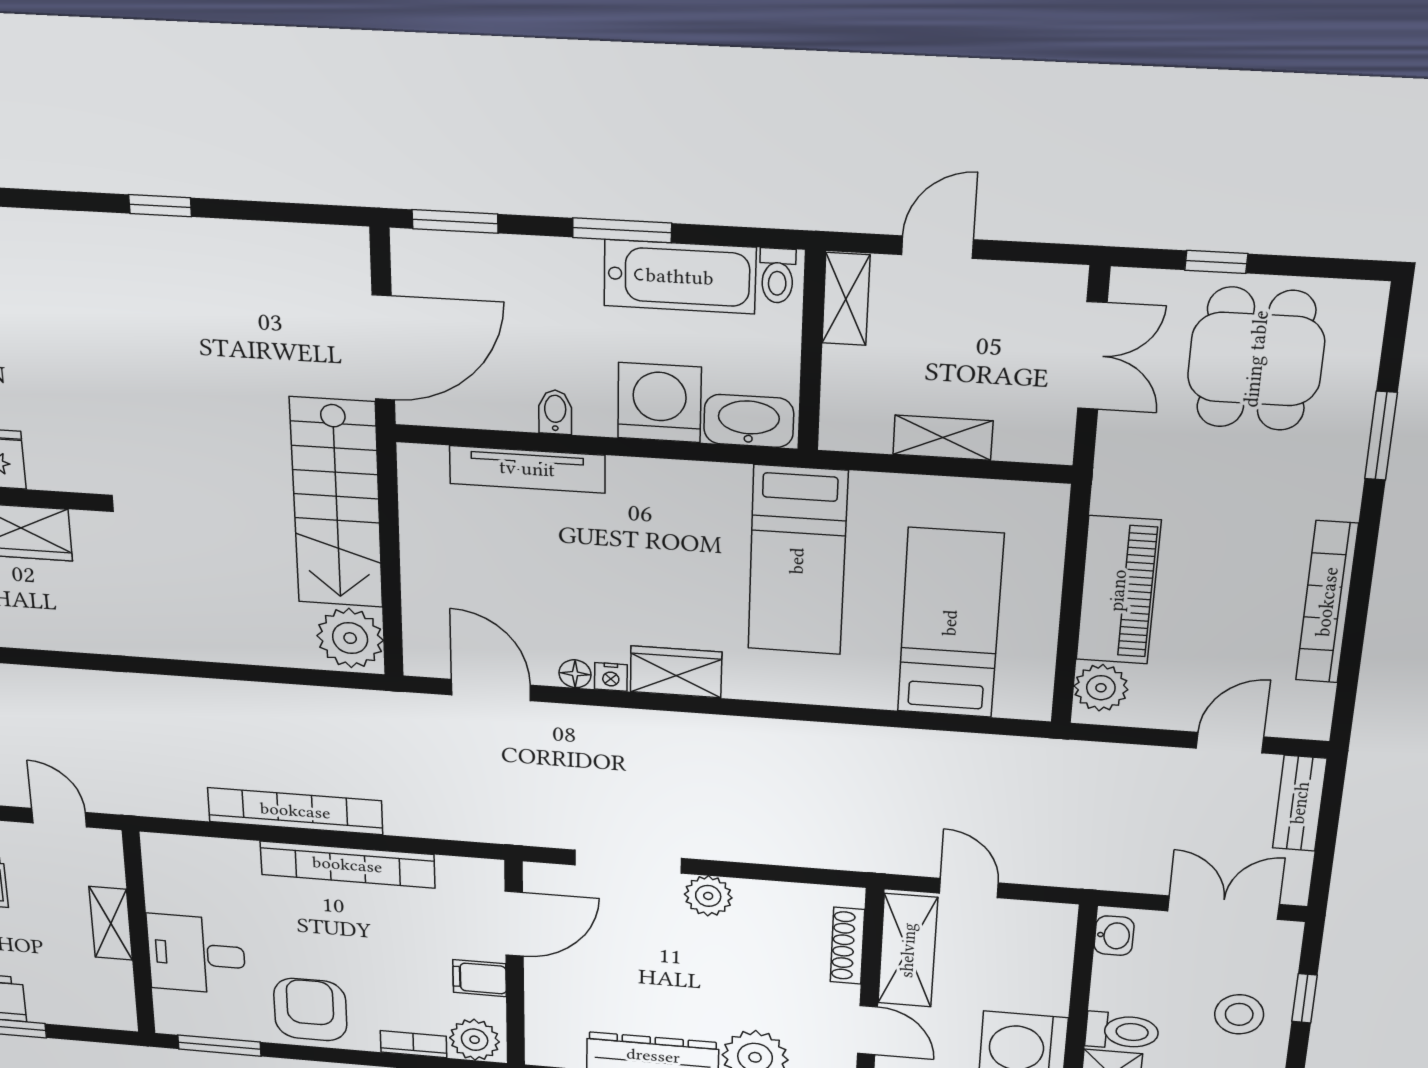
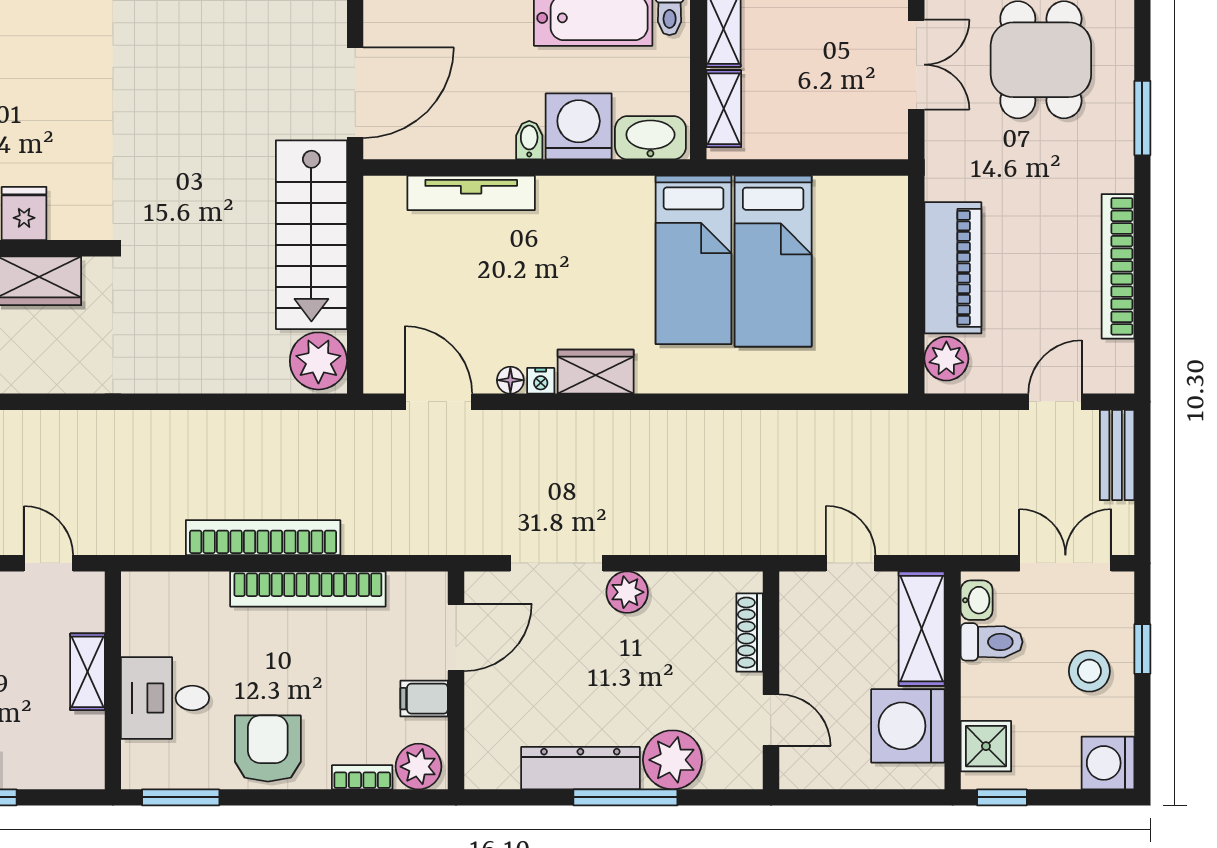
bidet: (555, 412) -> (529, 140), moved
shelving: (943, 438) -> (724, 109), moved, turned 90
bed: (950, 623) -> (773, 261), moved, turned 180
shelving: (908, 950) -> (922, 629), moved
toilet: (1122, 1031) -> (992, 642), moved

